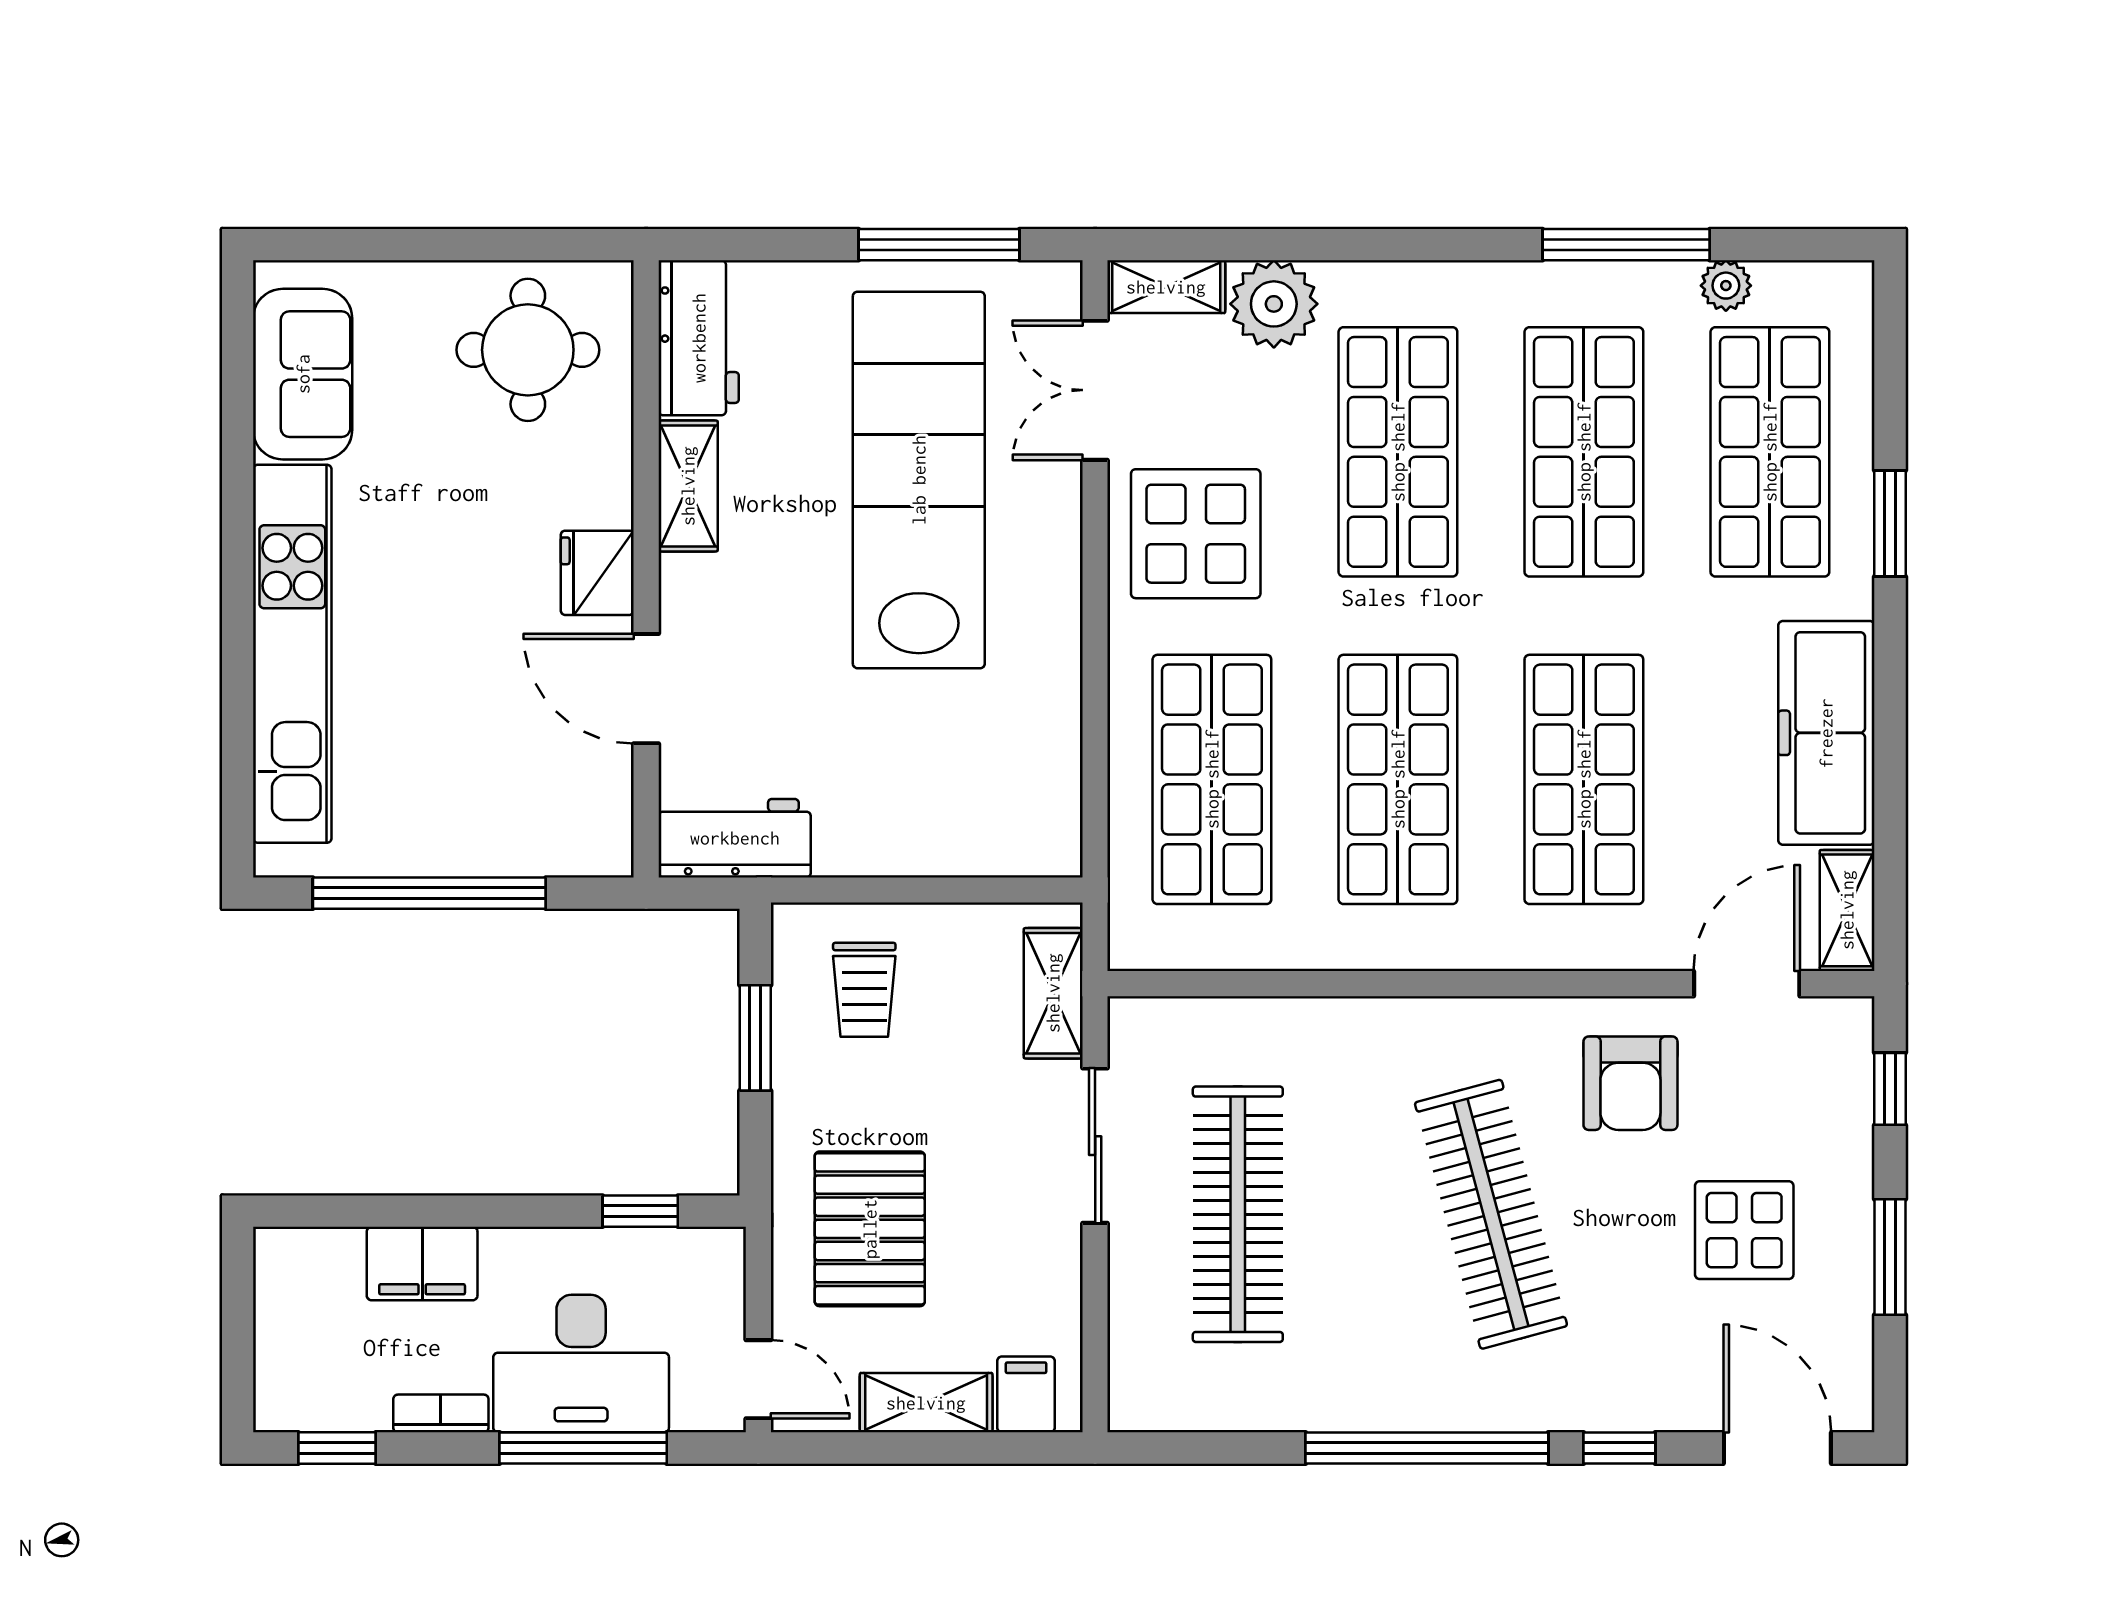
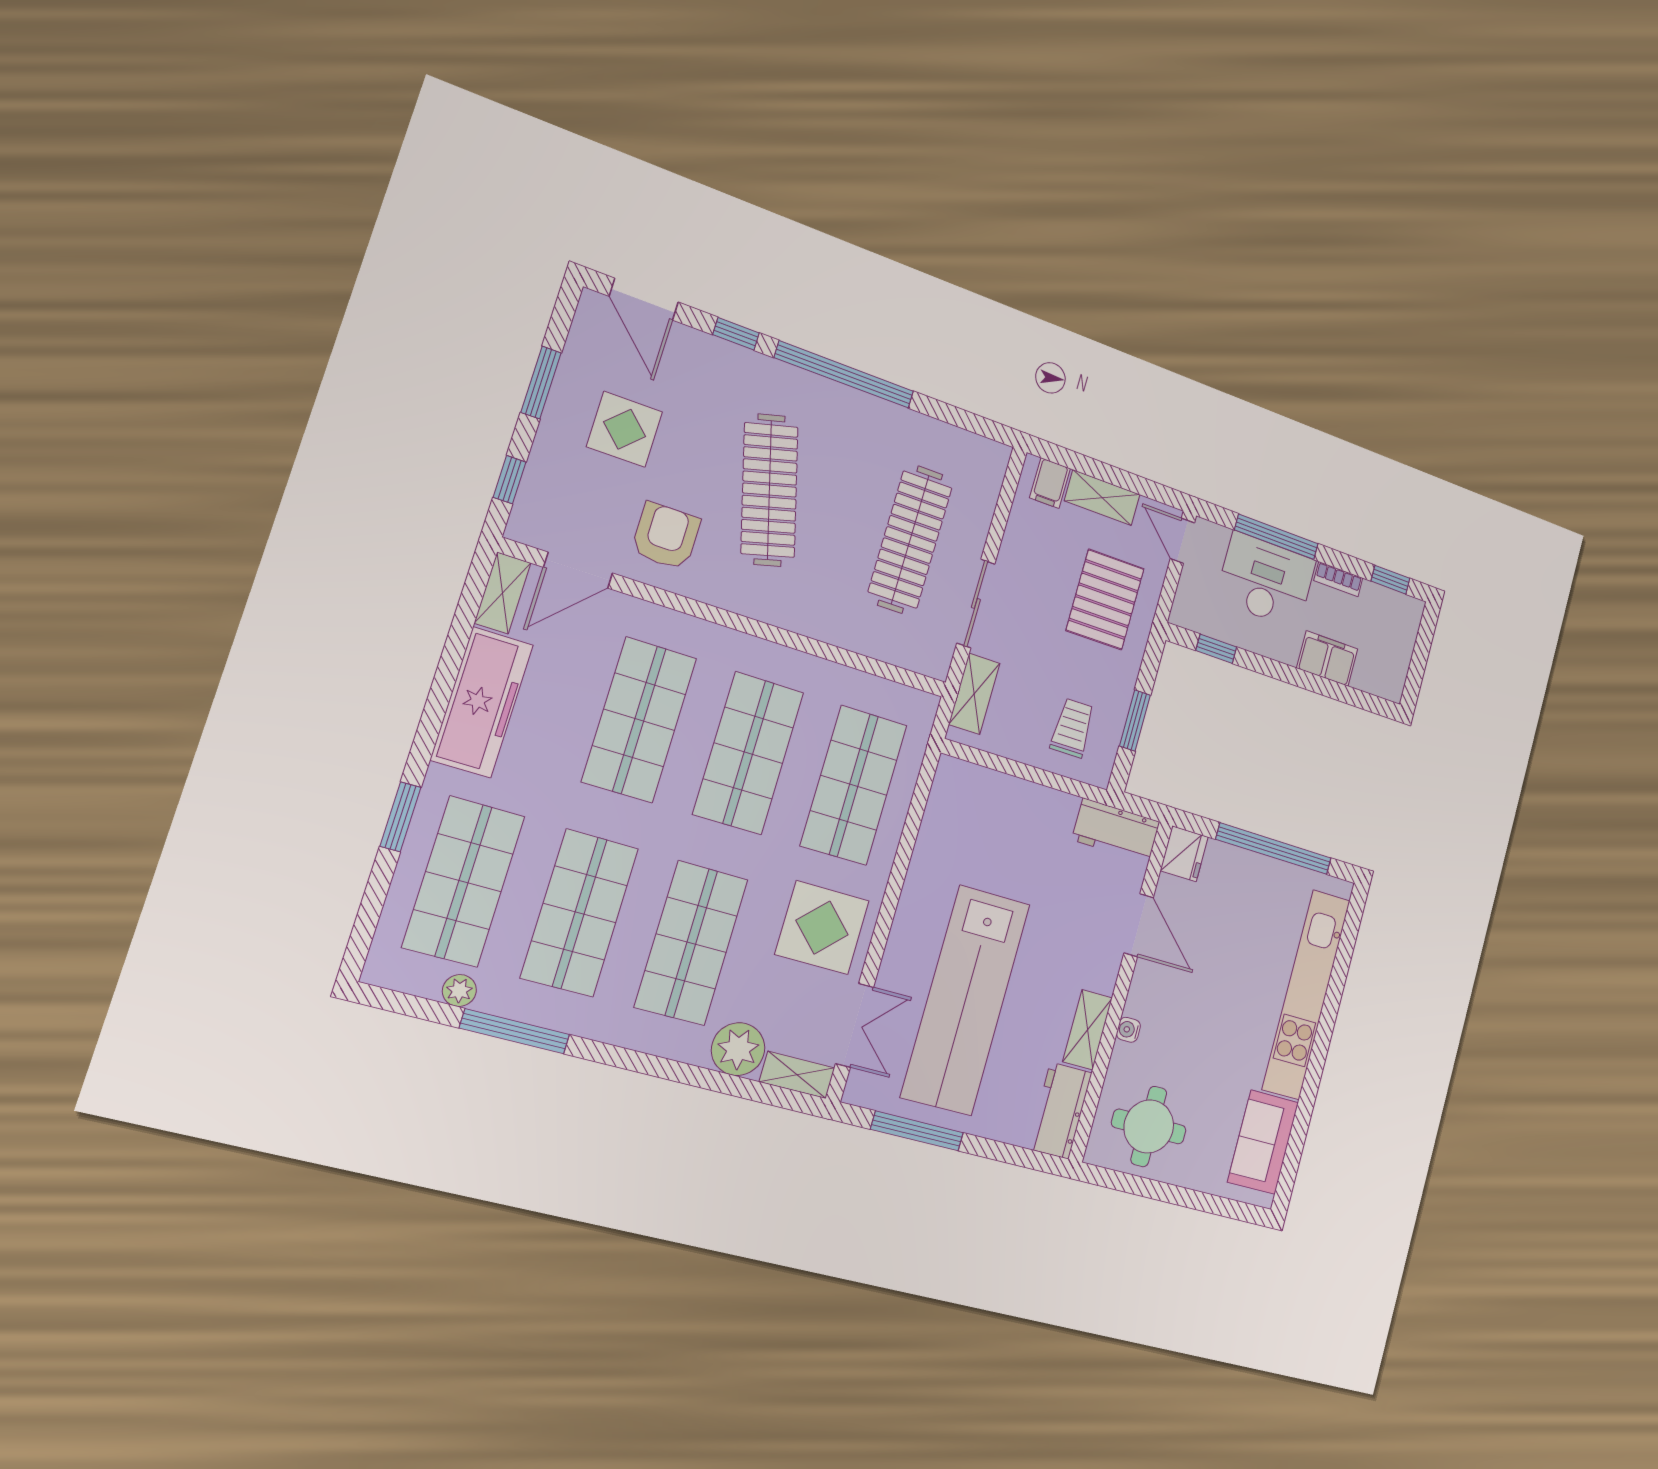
water cooler: (613, 505) -> (1128, 1030), added
fridge: (597, 573) -> (1184, 854), moved

